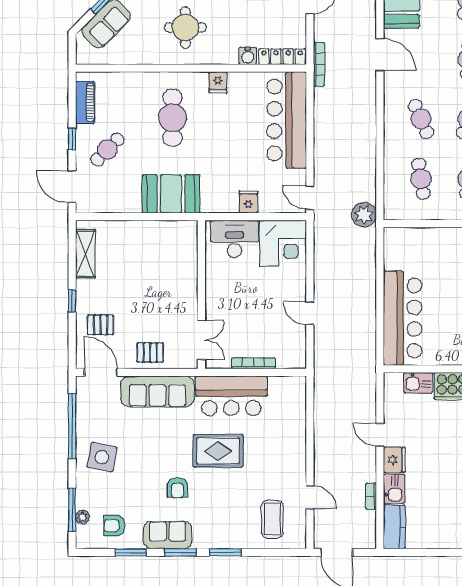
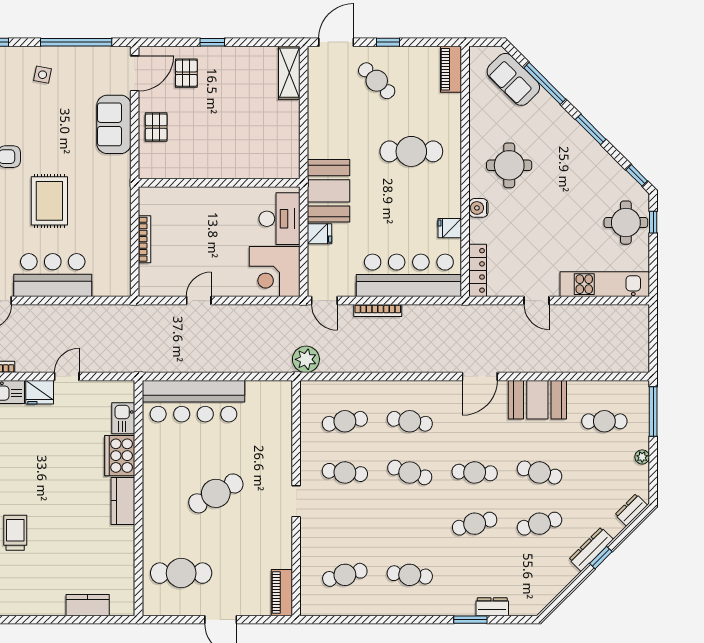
water cooler: (248, 56) -> (478, 208), moved
bookcase: (319, 64) -> (378, 310), moved
fridge: (218, 82) -> (450, 228), moved
piano: (85, 102) -> (451, 69), moved, turned 90
cafe table: (421, 119) -> (410, 421), turned 33
booth: (171, 194) -> (329, 191), moved
door: (310, 198) -> (324, 301), swing flipped
shelving: (85, 254) -> (289, 73), moved, turned 90
double door: (201, 340) -> (170, 183), removed
sofa: (157, 391) -> (114, 124), width x0.73
bar counter: (231, 396) -> (53, 275), moved, turned 90
side table: (102, 457) -> (43, 75), width x0.54, depth x0.54

